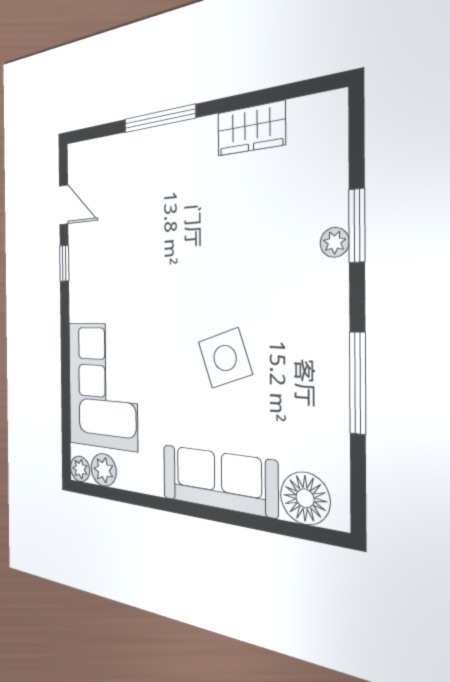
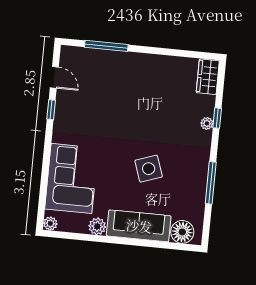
window: (159, 119) -> (106, 46), moved
wardrobe: (251, 129) -> (208, 77), moved, turned 90
window: (357, 226) -> (217, 118), width x0.67
plant: (104, 470) -> (97, 226), moved

